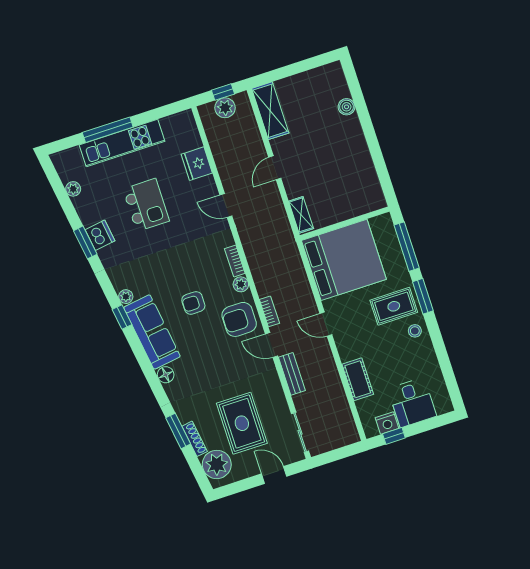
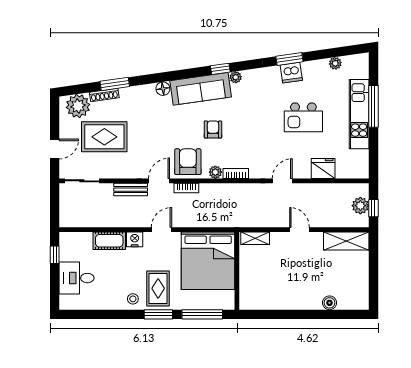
nightstand: (387, 423) -> (135, 239), moved, turned 90

